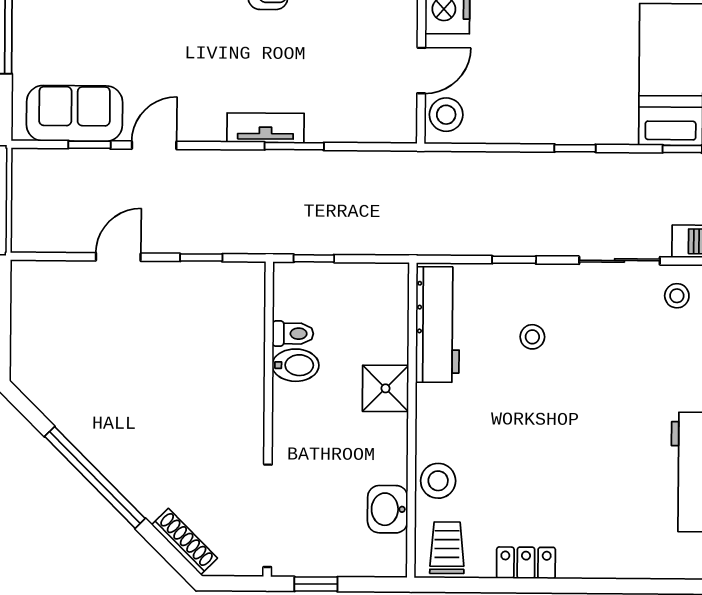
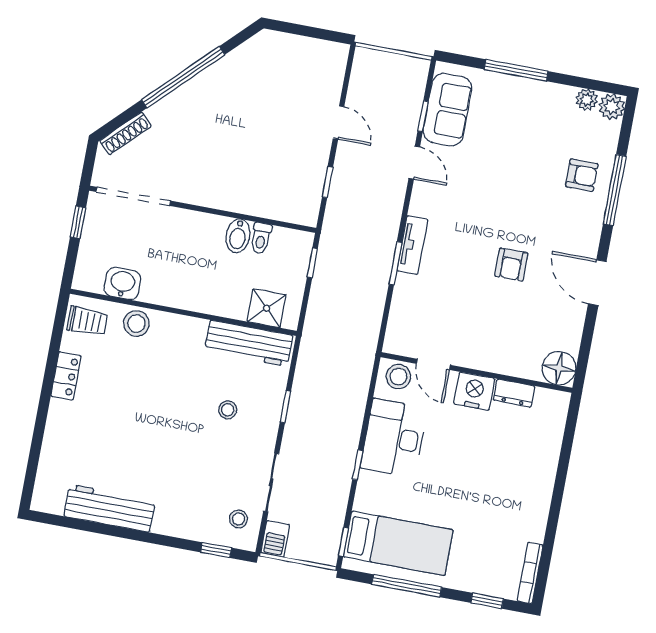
desk: (530, 106) -> (394, 438), added
shower: (385, 388) -> (267, 308), moved

